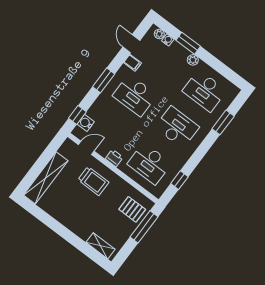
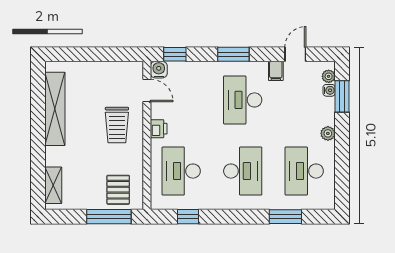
window: (188, 43) -> (342, 96), moved
water cooler: (86, 123) -> (159, 70), moved
shelving: (46, 178) -> (55, 109), moved, turned 90

